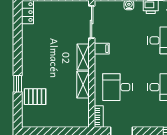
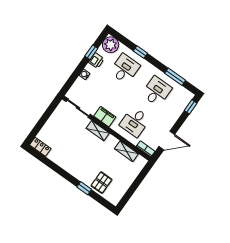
filing cabinet: (102, 49) -> (105, 117), width x2.00
shelving: (83, 85) -> (126, 151), moved

